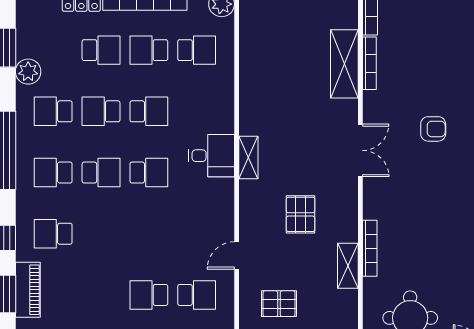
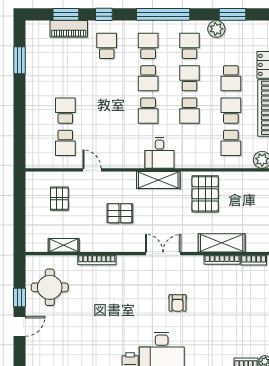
pallet: (272, 88) -> (205, 194), added
double door: (360, 150) -> (163, 254), swing flipped
shelving: (248, 157) -> (158, 180), width x1.50, depth x1.33
shelving: (348, 266) -> (64, 245), moved

